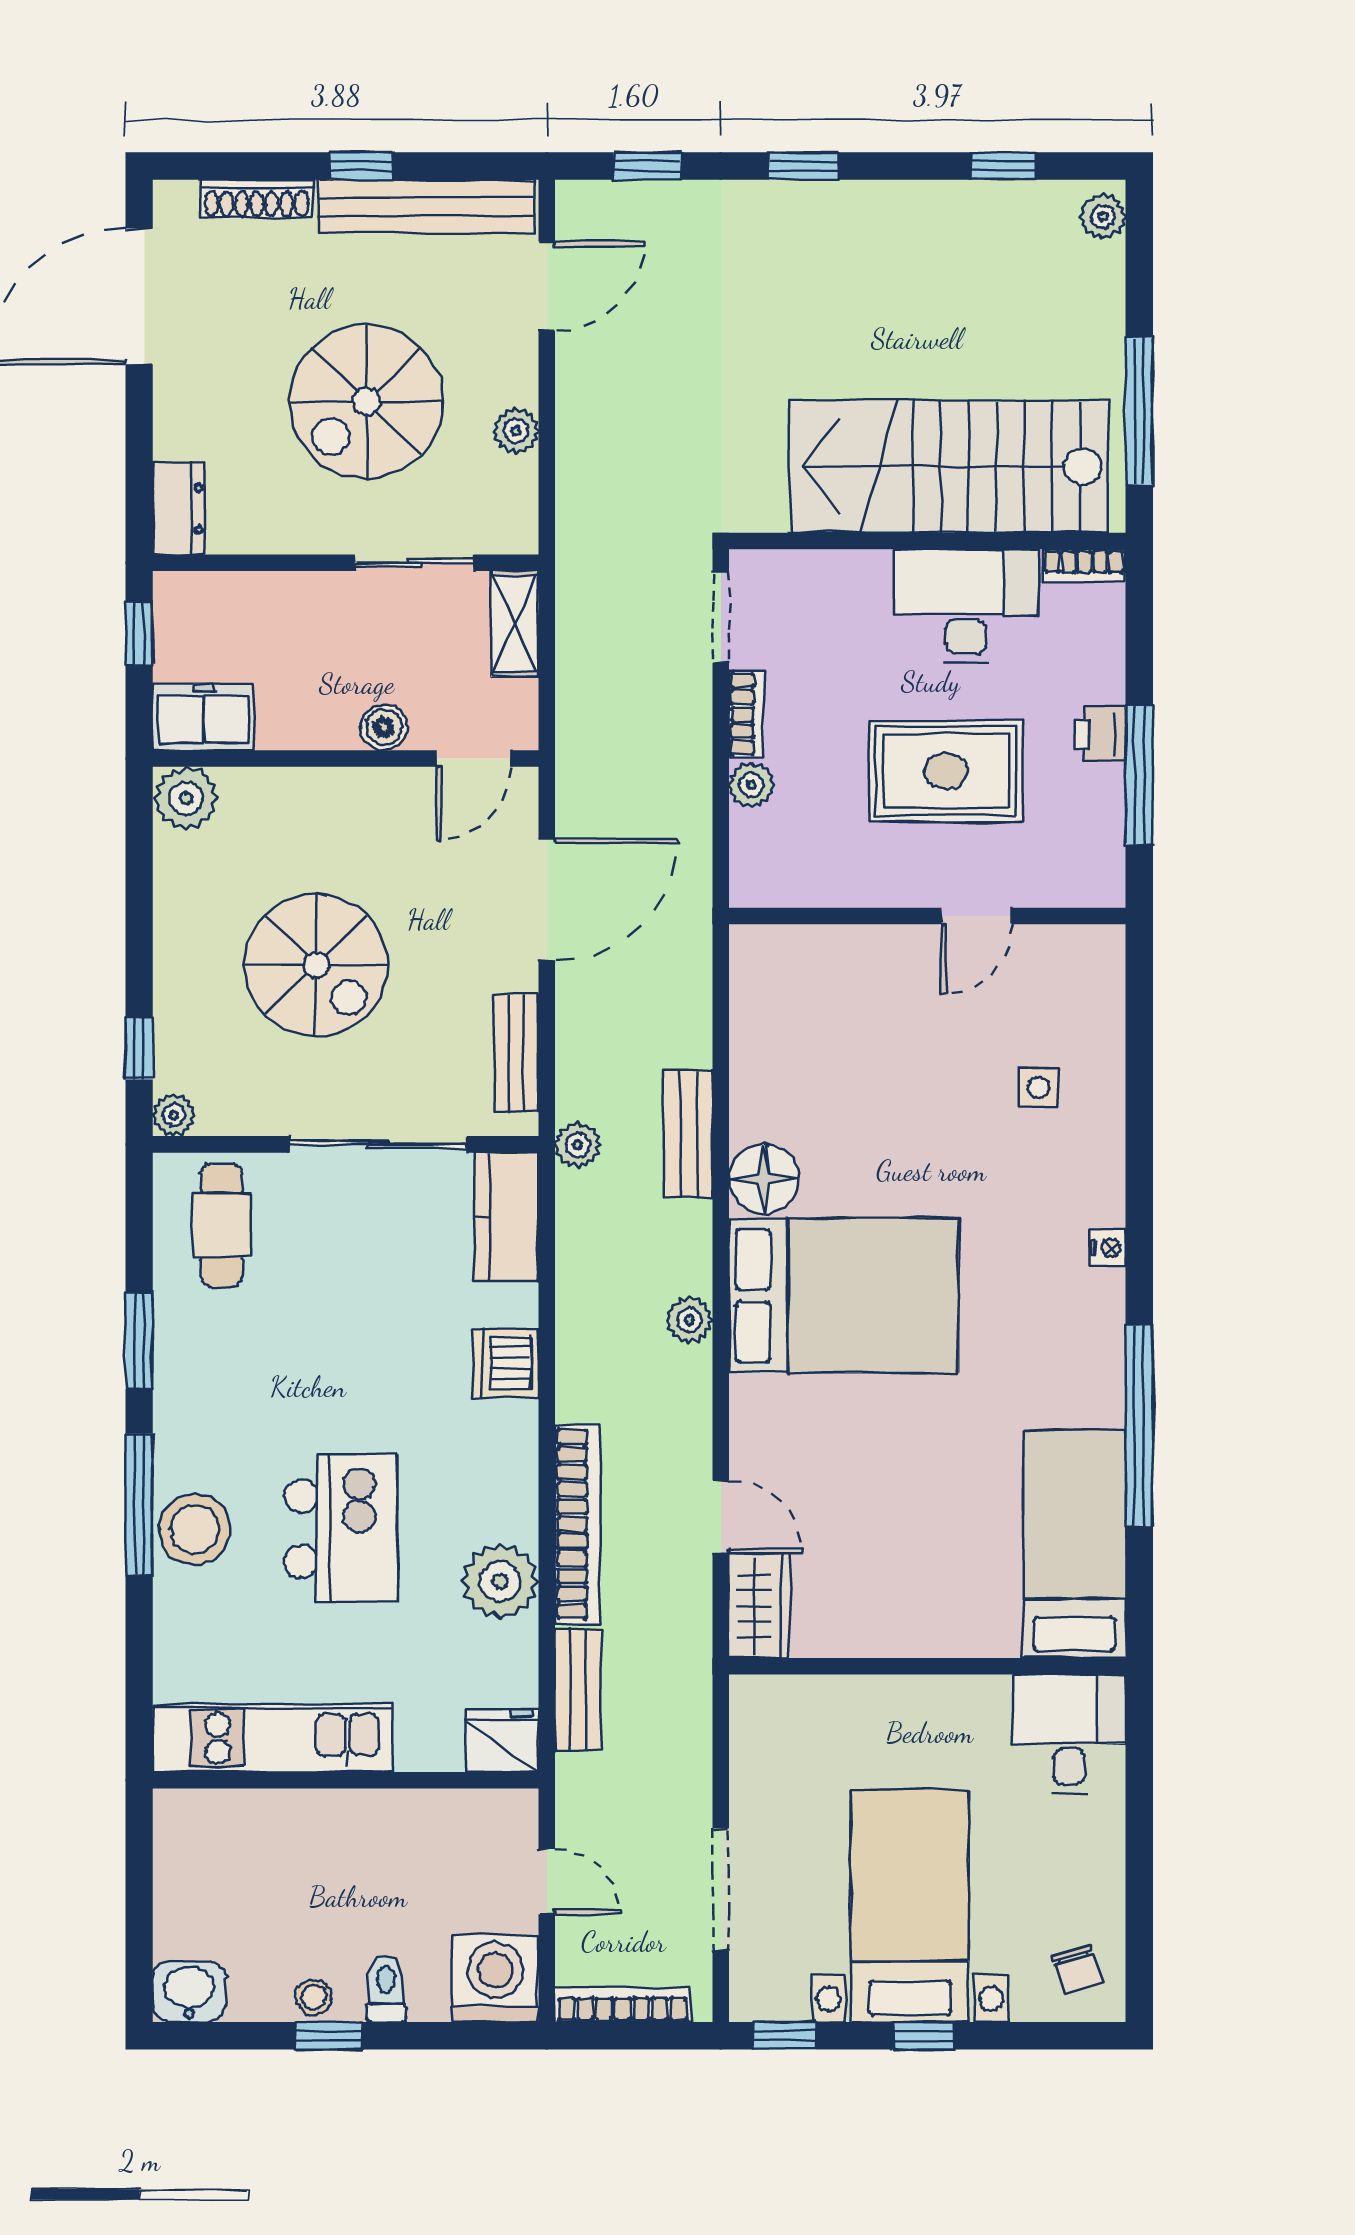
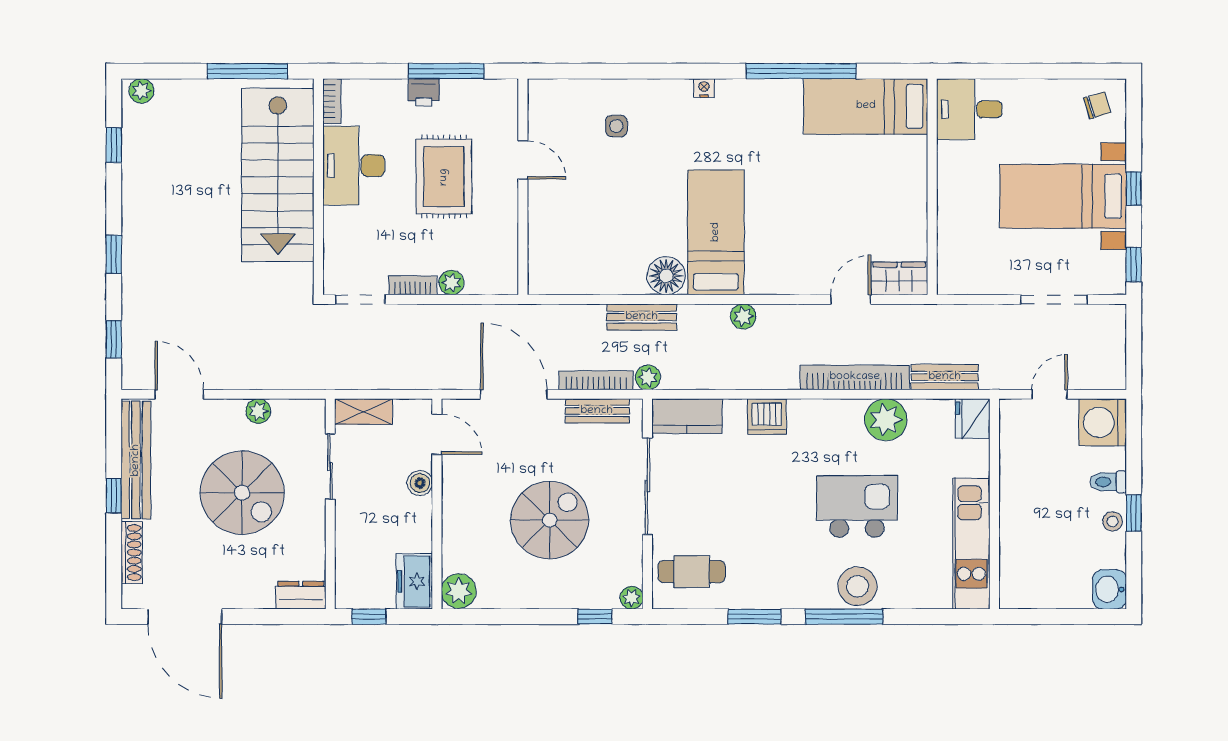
bed: (843, 1296) -> (716, 232), width x0.67
bookcase: (623, 2005) -> (596, 380), moved, turned 90

